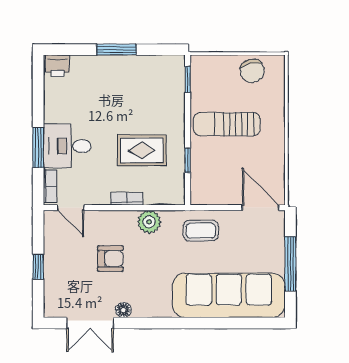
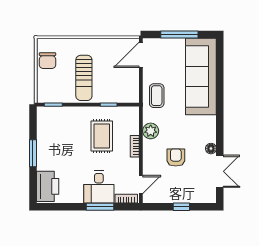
printer: (58, 66) -> (48, 186), width x1.87, depth x1.48
chair: (252, 71) -> (48, 61), turned 103

